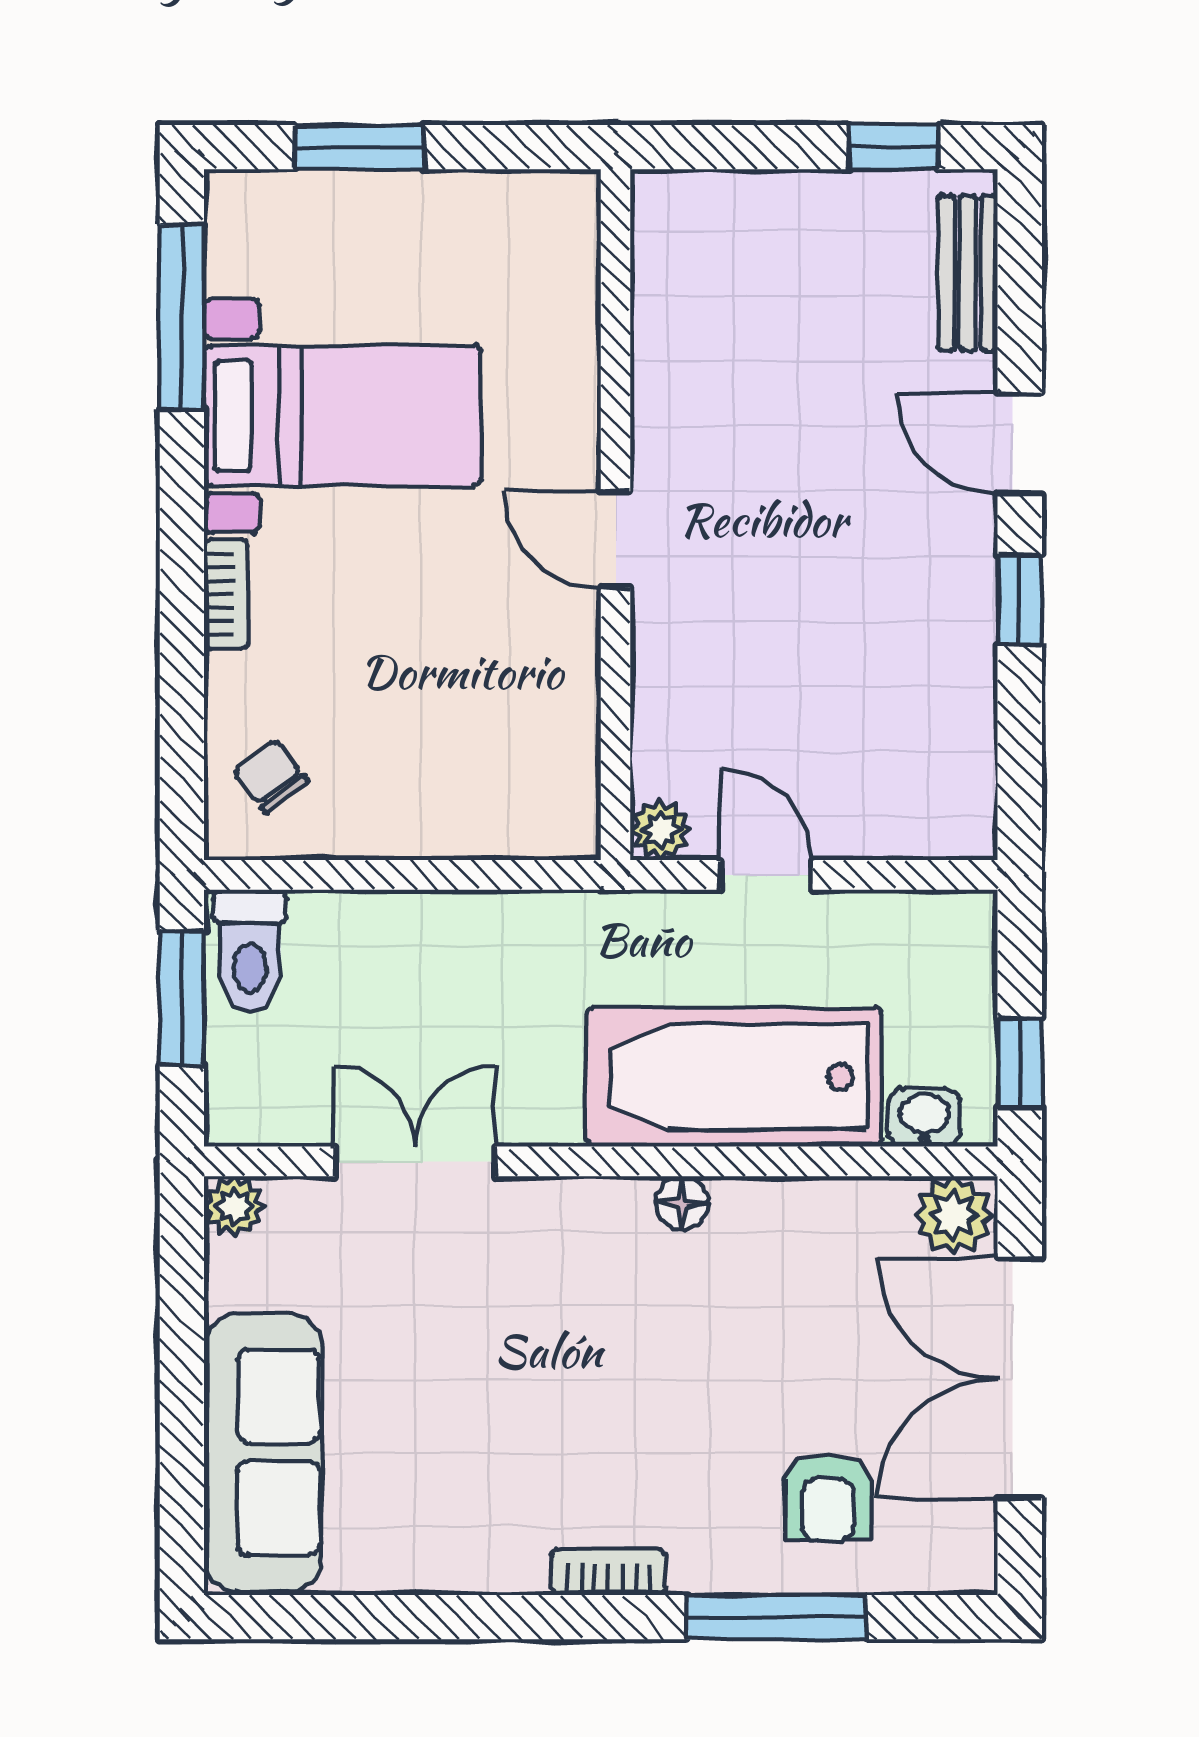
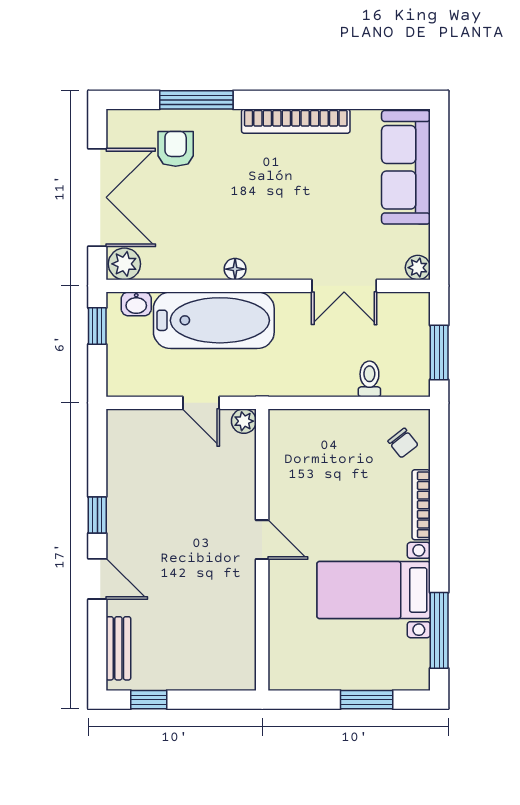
bookcase: (226, 594) -> (421, 505), width x1.56
toilet: (250, 951) -> (369, 379), moved, width x0.73, depth x0.72
bookcase: (609, 1572) -> (296, 121), width x2.31, depth x1.31

